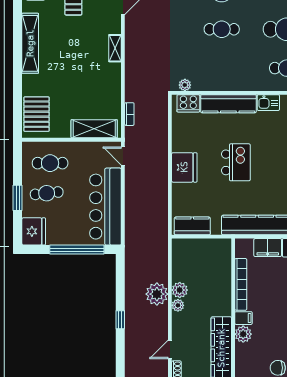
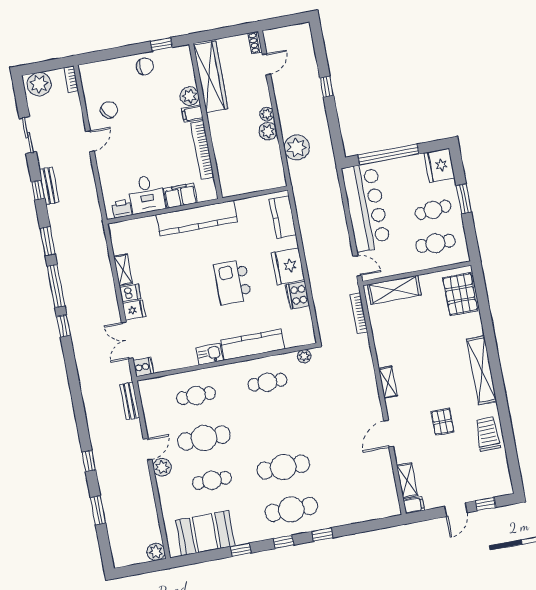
cafe table: (222, 29) -> (267, 382), moved
cooker: (188, 103) -> (298, 295), moved, turned -90
bookcase: (129, 114) -> (359, 313), width x1.56
kitchen counter: (192, 226) -> (283, 217), moved, turned 90
plant: (157, 294) -> (297, 147), moved

